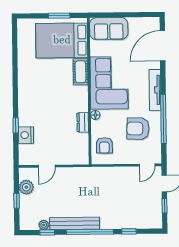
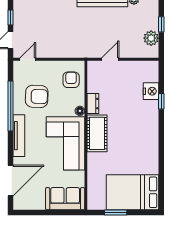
bed: (62, 40) -> (132, 192), moved, turned 180
cot: (80, 72) -> (97, 133), moved, width x1.37, depth x1.34
door: (47, 166) -> (110, 59), moved

